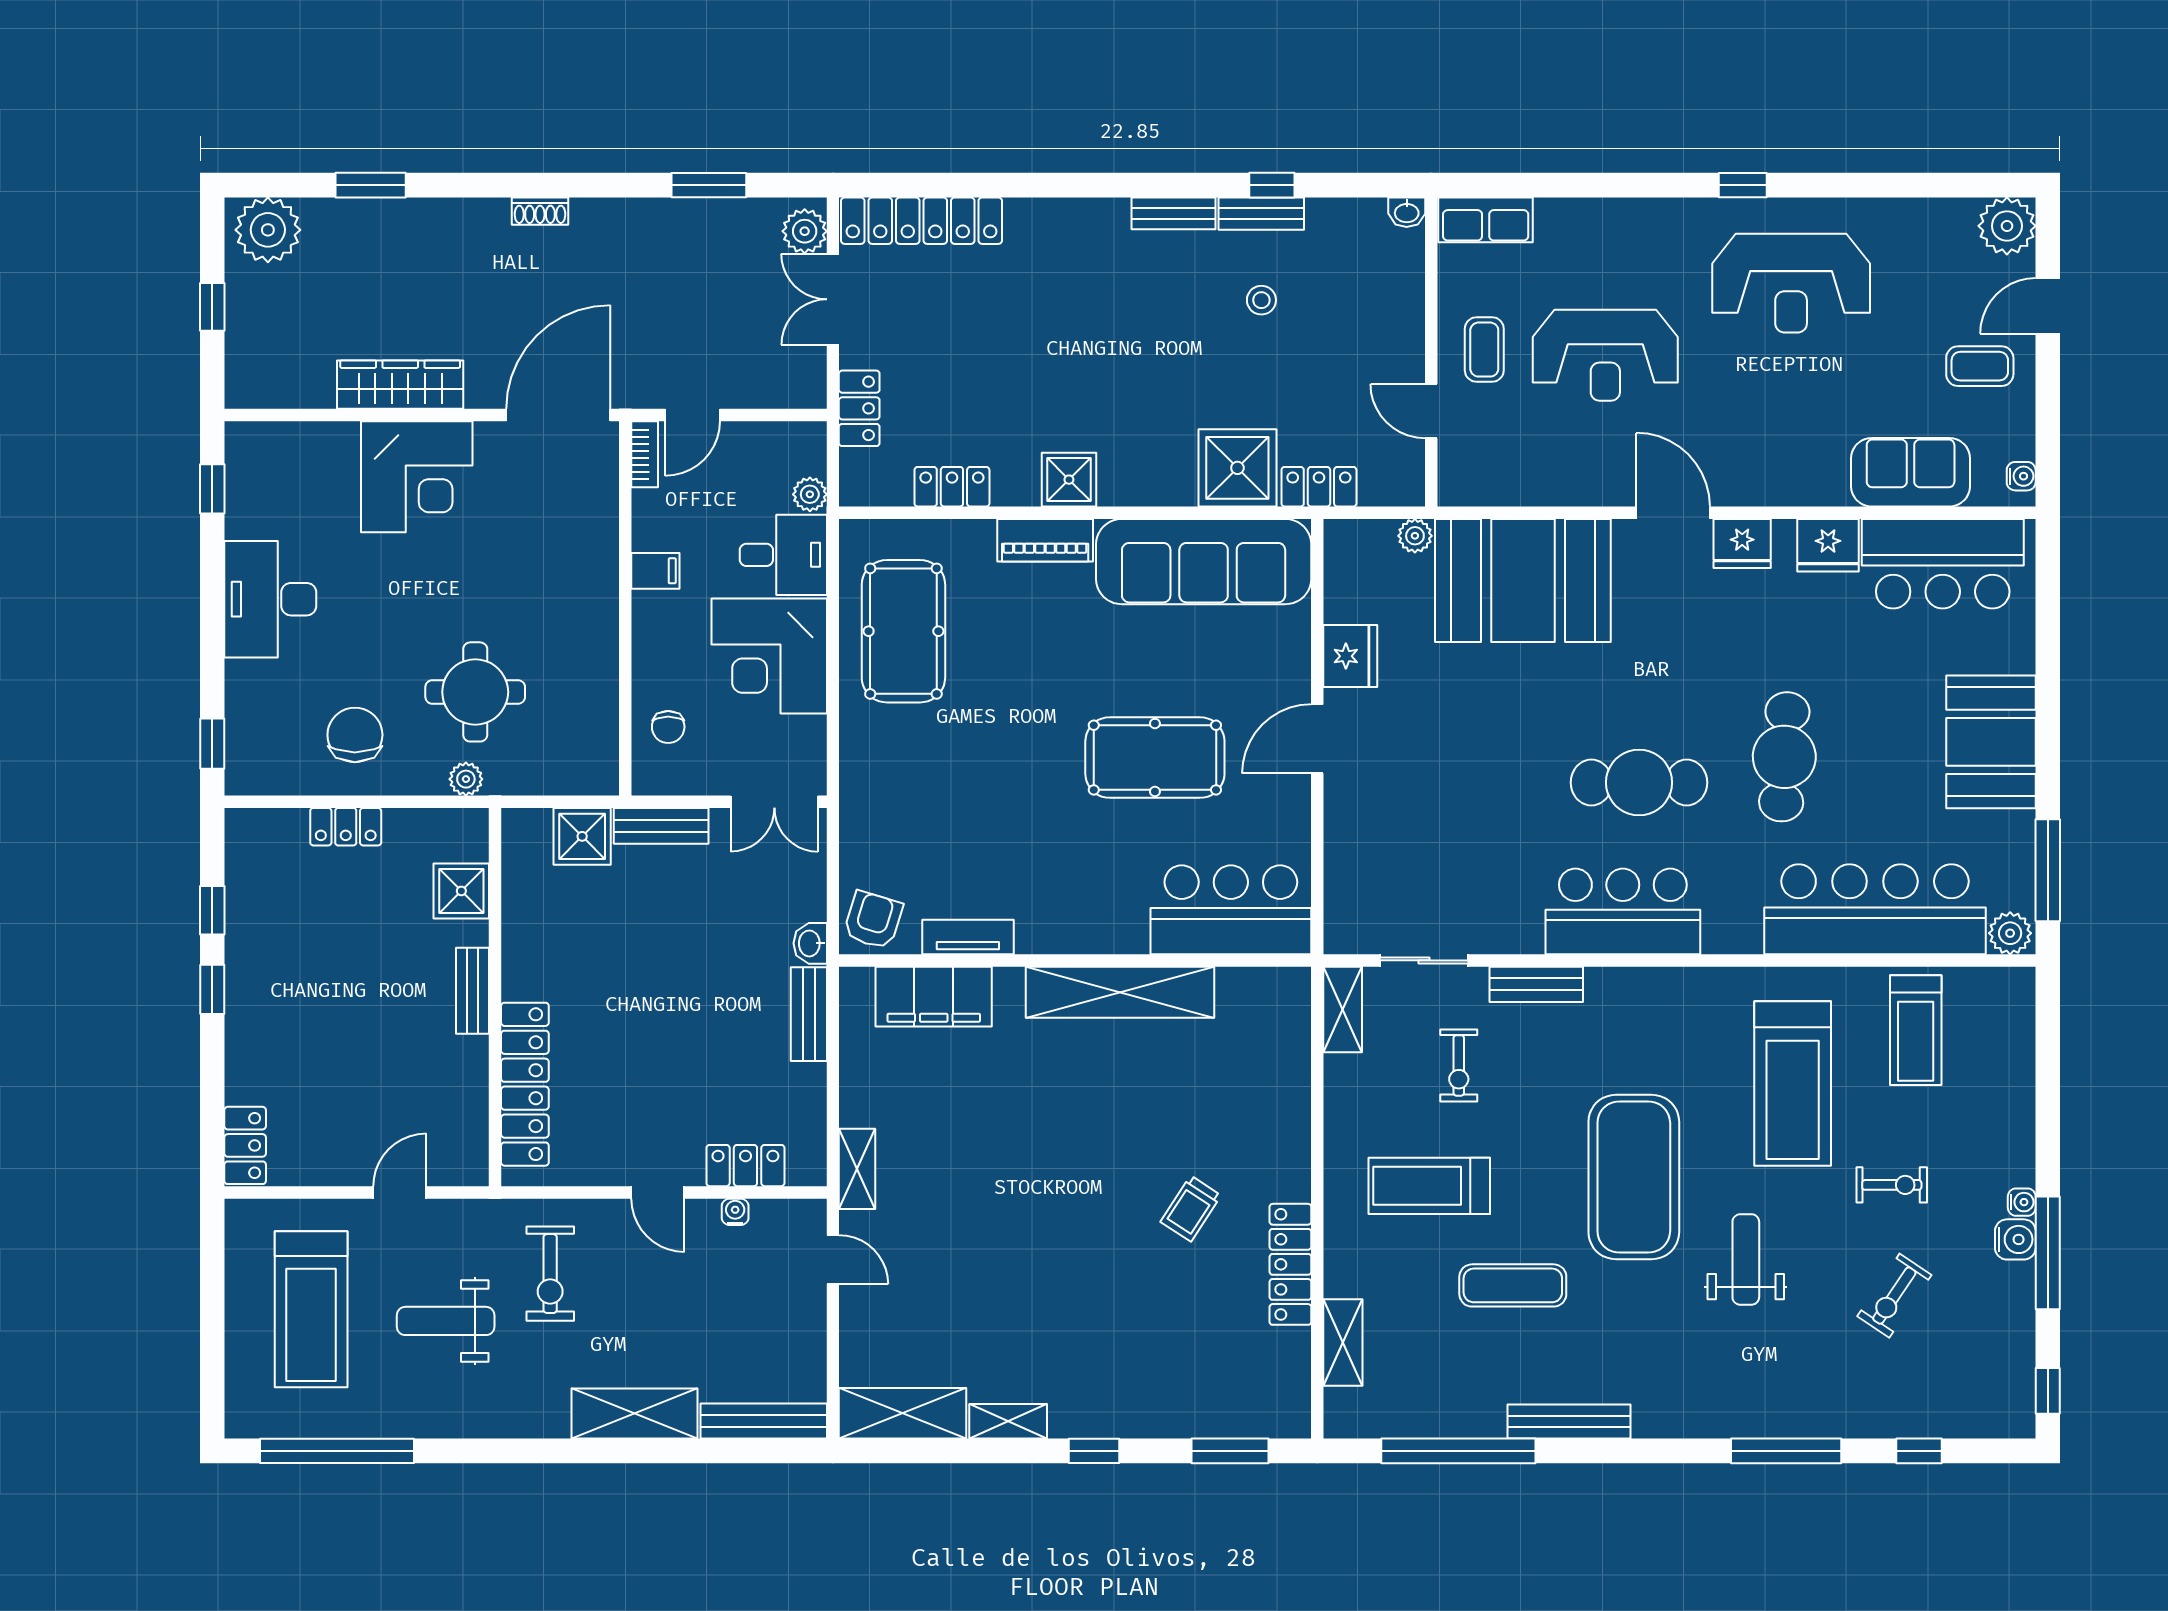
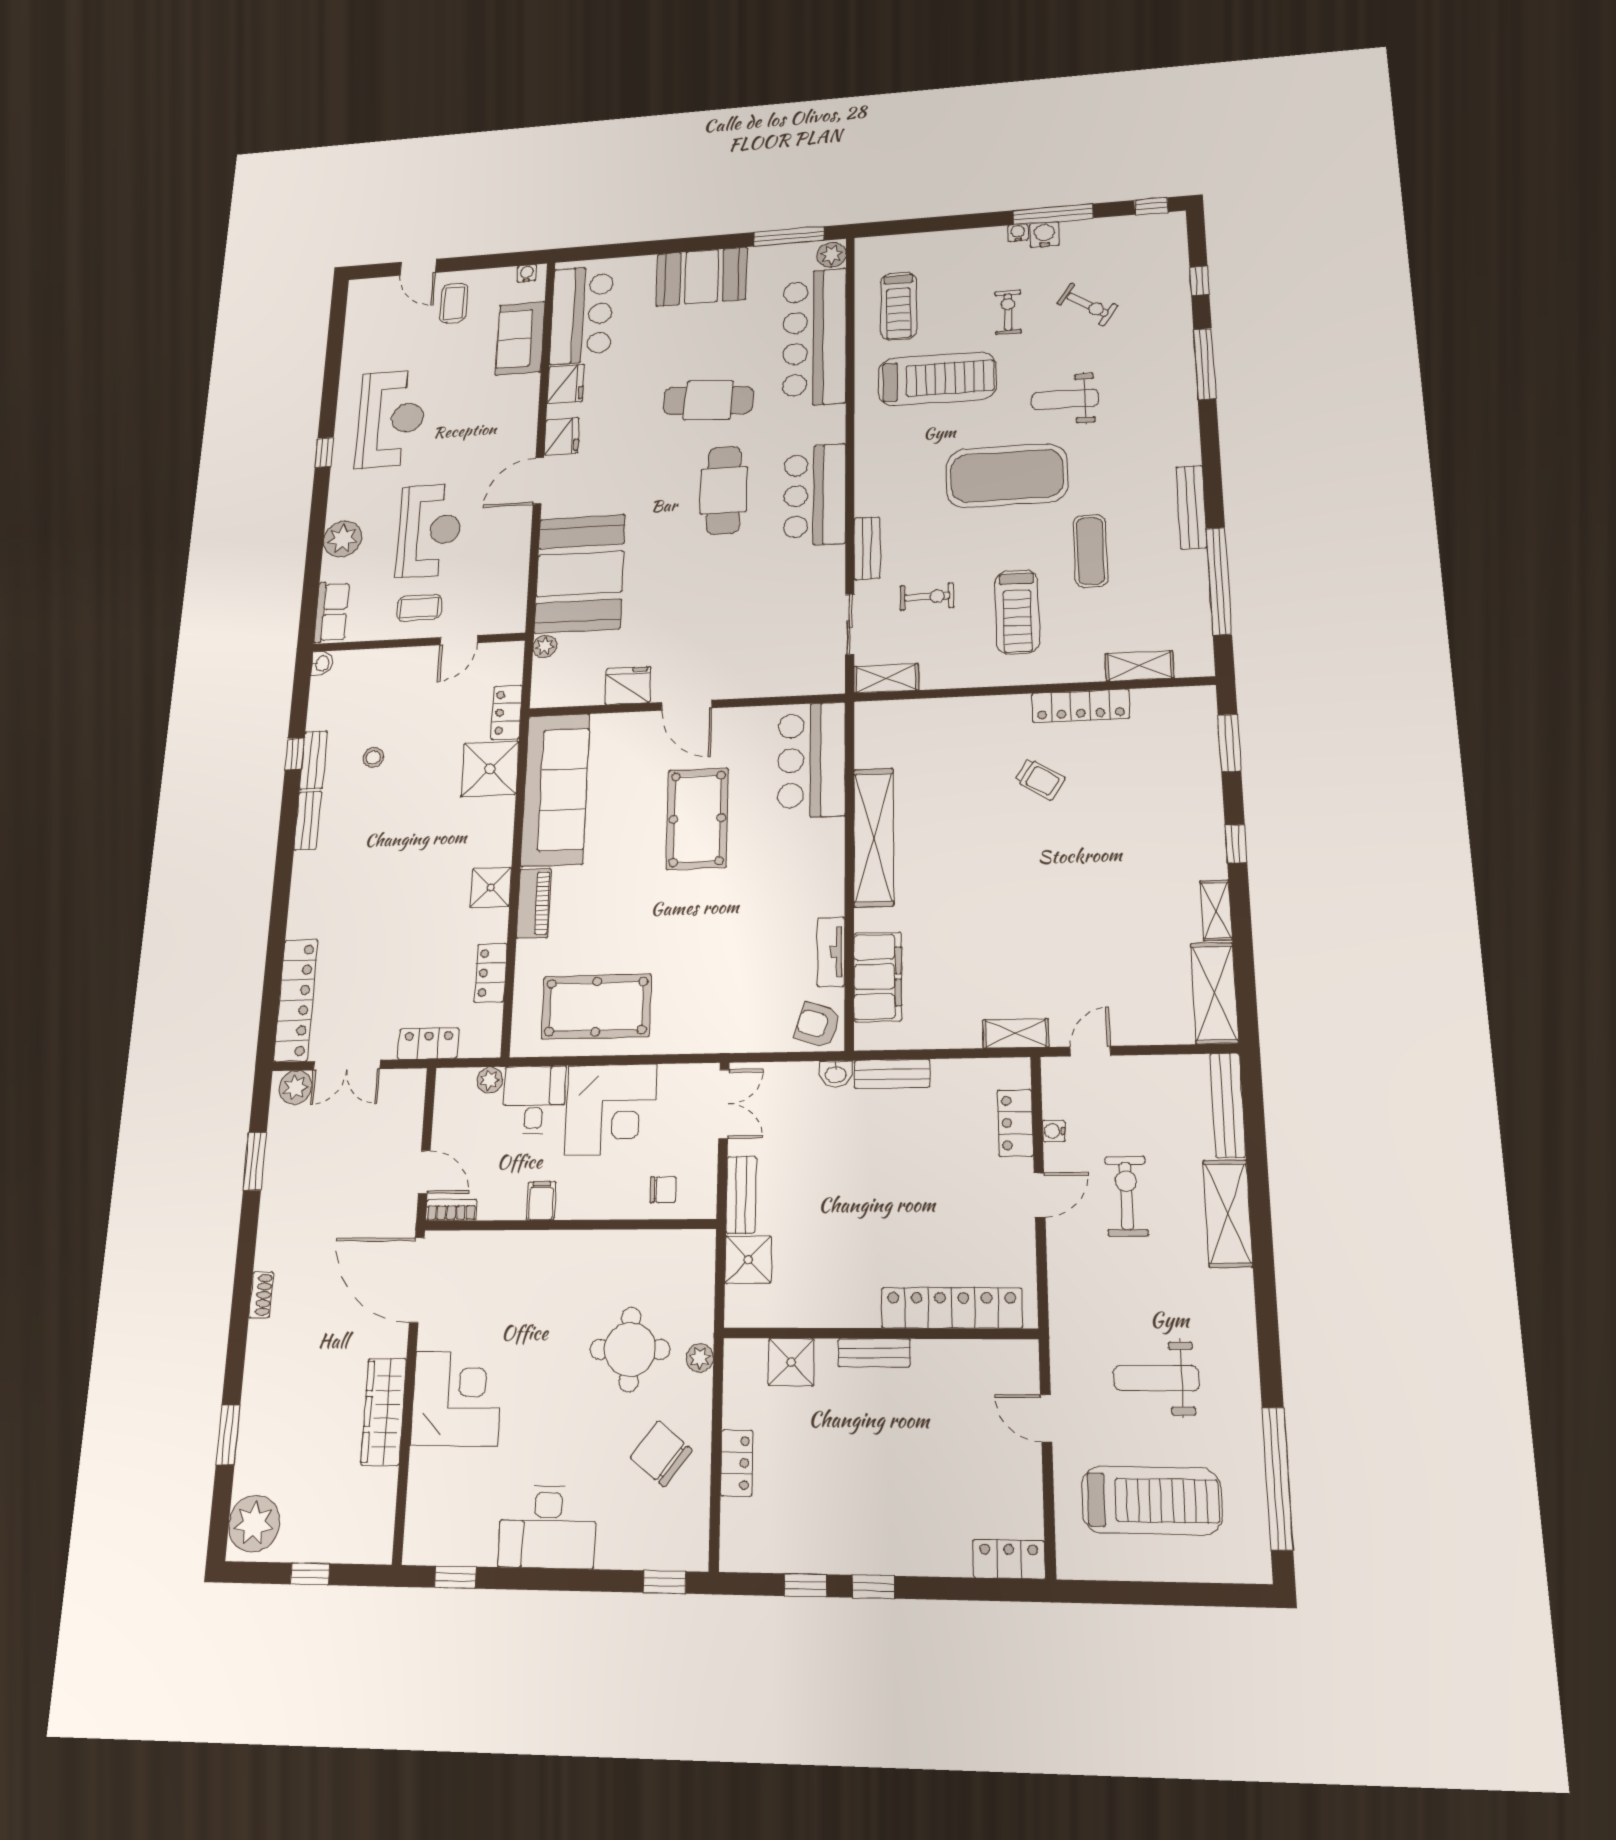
plant: (2007, 226) -> (343, 539), moved
chair: (355, 735) -> (661, 1454), turned 38
treadmill: (1916, 1030) -> (899, 306), turned 90
exercise bike: (550, 1274) -> (1126, 1196), moved, turned -90
weight bench: (446, 1321) -> (1156, 1378), turned 90

